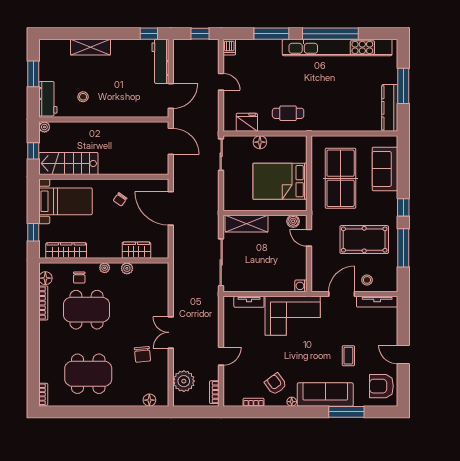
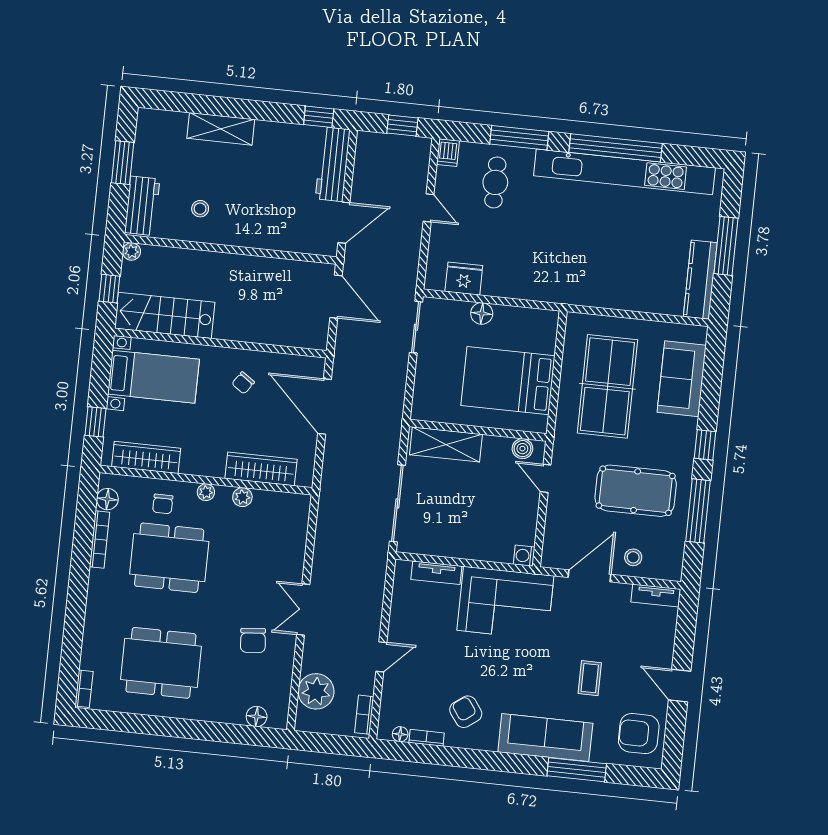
cafe table: (288, 113) -> (495, 182), moved, turned 90
wardrobe: (136, 250) -> (261, 469), width x1.50
tv unit: (377, 302) -> (656, 596), width x0.71
floor lamp: (292, 402) -> (400, 734), moved

